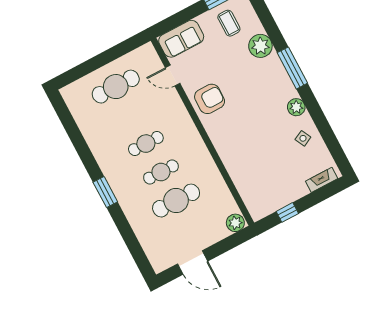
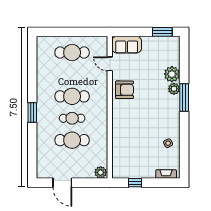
coffee table: (229, 23) -> (160, 50), removed
plant: (296, 107) -> (174, 89), moved
cafe table: (146, 144) -> (72, 96), width x1.37, depth x1.35

